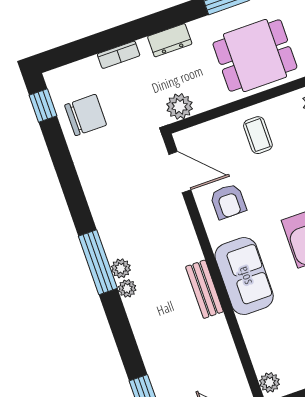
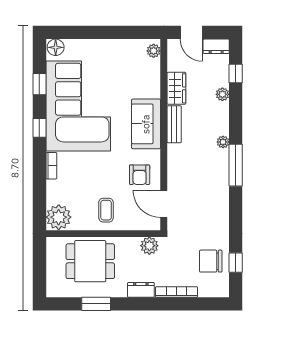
bookcase: (119, 55) -> (177, 292), width x1.56
window: (43, 106) -> (236, 263), moved
armchair: (228, 201) -> (140, 175), turned 180
plant: (121, 268) -> (222, 94), moved
wardrobe: (219, 341) -> (176, 88), added

